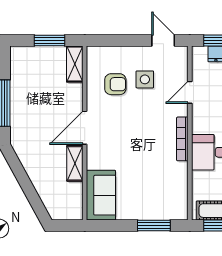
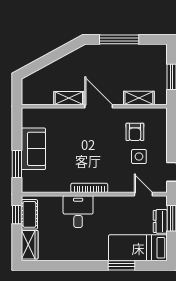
shelving: (75, 64) -> (139, 98), moved
door: (190, 92) -> (143, 194), moved
sofa: (101, 195) -> (33, 149), moved, turned -90

